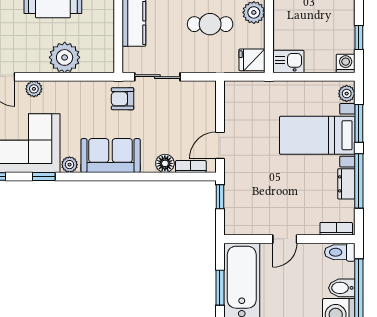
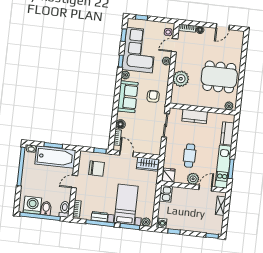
armchair: (123, 99) -> (153, 96), moved
wardrobe: (236, 103) -> (148, 164), added
chair: (255, 200) -> (96, 168), added
door: (285, 239) -> (74, 182), hinge flipped

